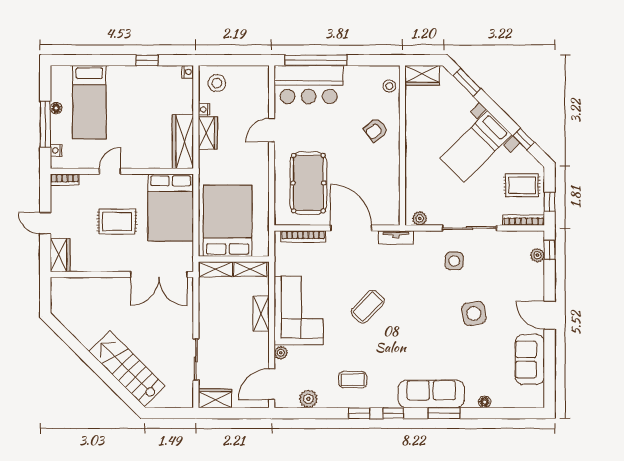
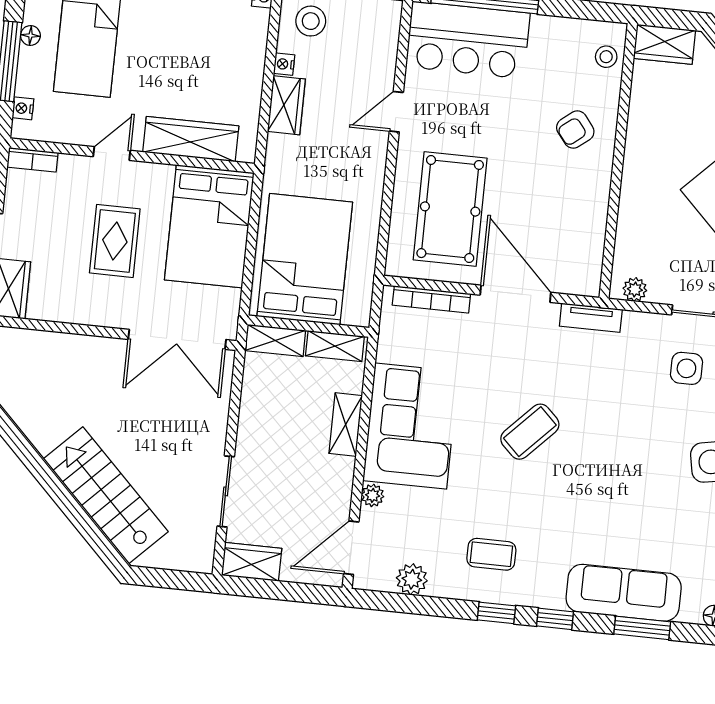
wardrobe: (183, 142) -> (191, 139), moved, turned 90
rug: (117, 222) -> (115, 241), turned 90

